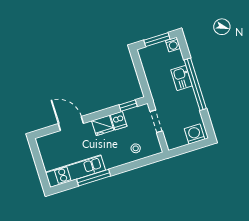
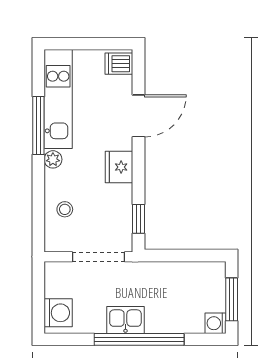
kitchen sink: (181, 78) -> (125, 320), moved
dishwasher: (119, 121) -> (119, 64), moved
doorway: (156, 121) -> (99, 257), width x1.38
plant: (110, 164) -> (53, 159), added

